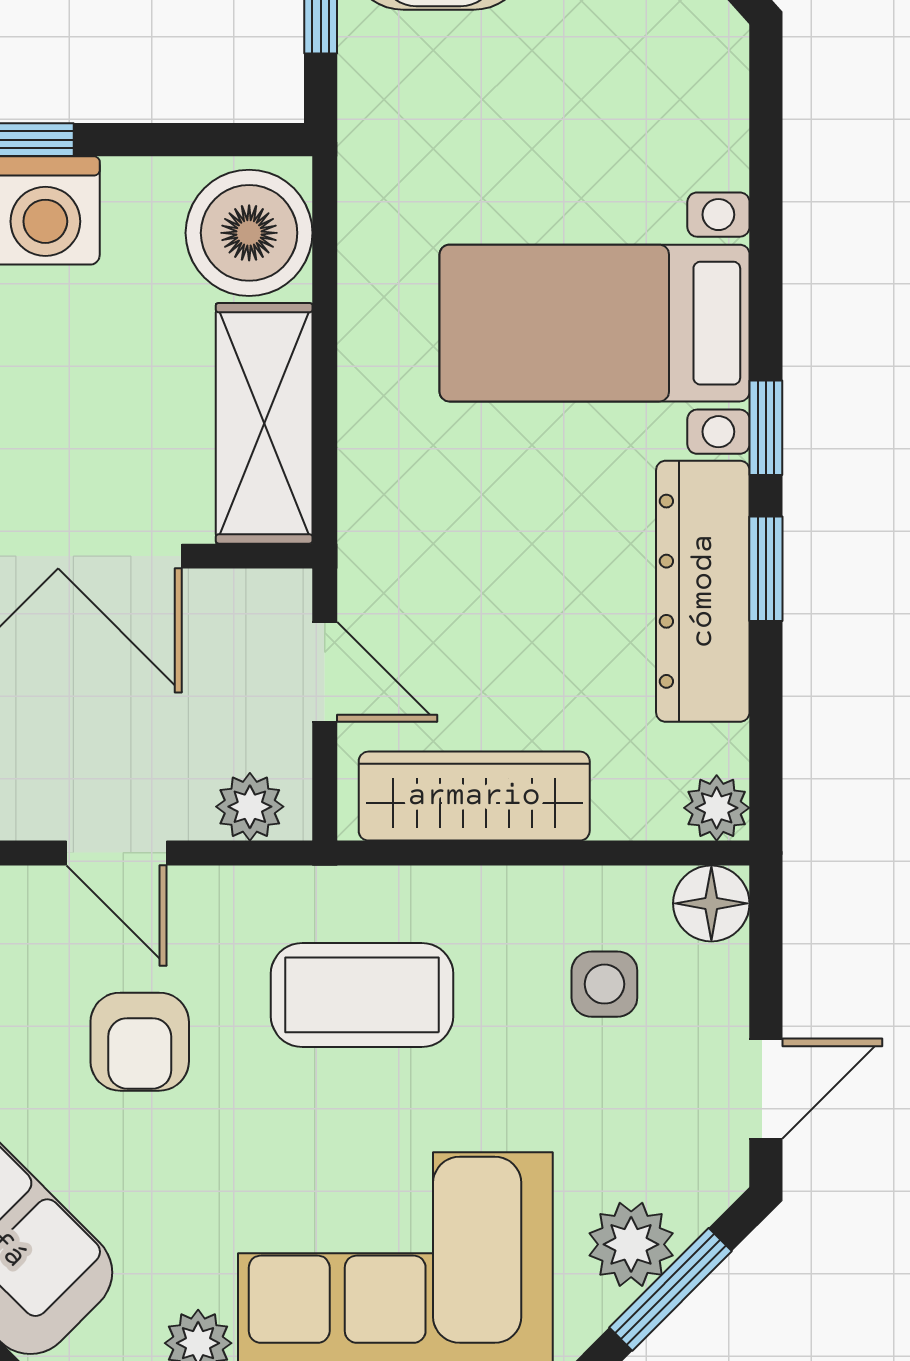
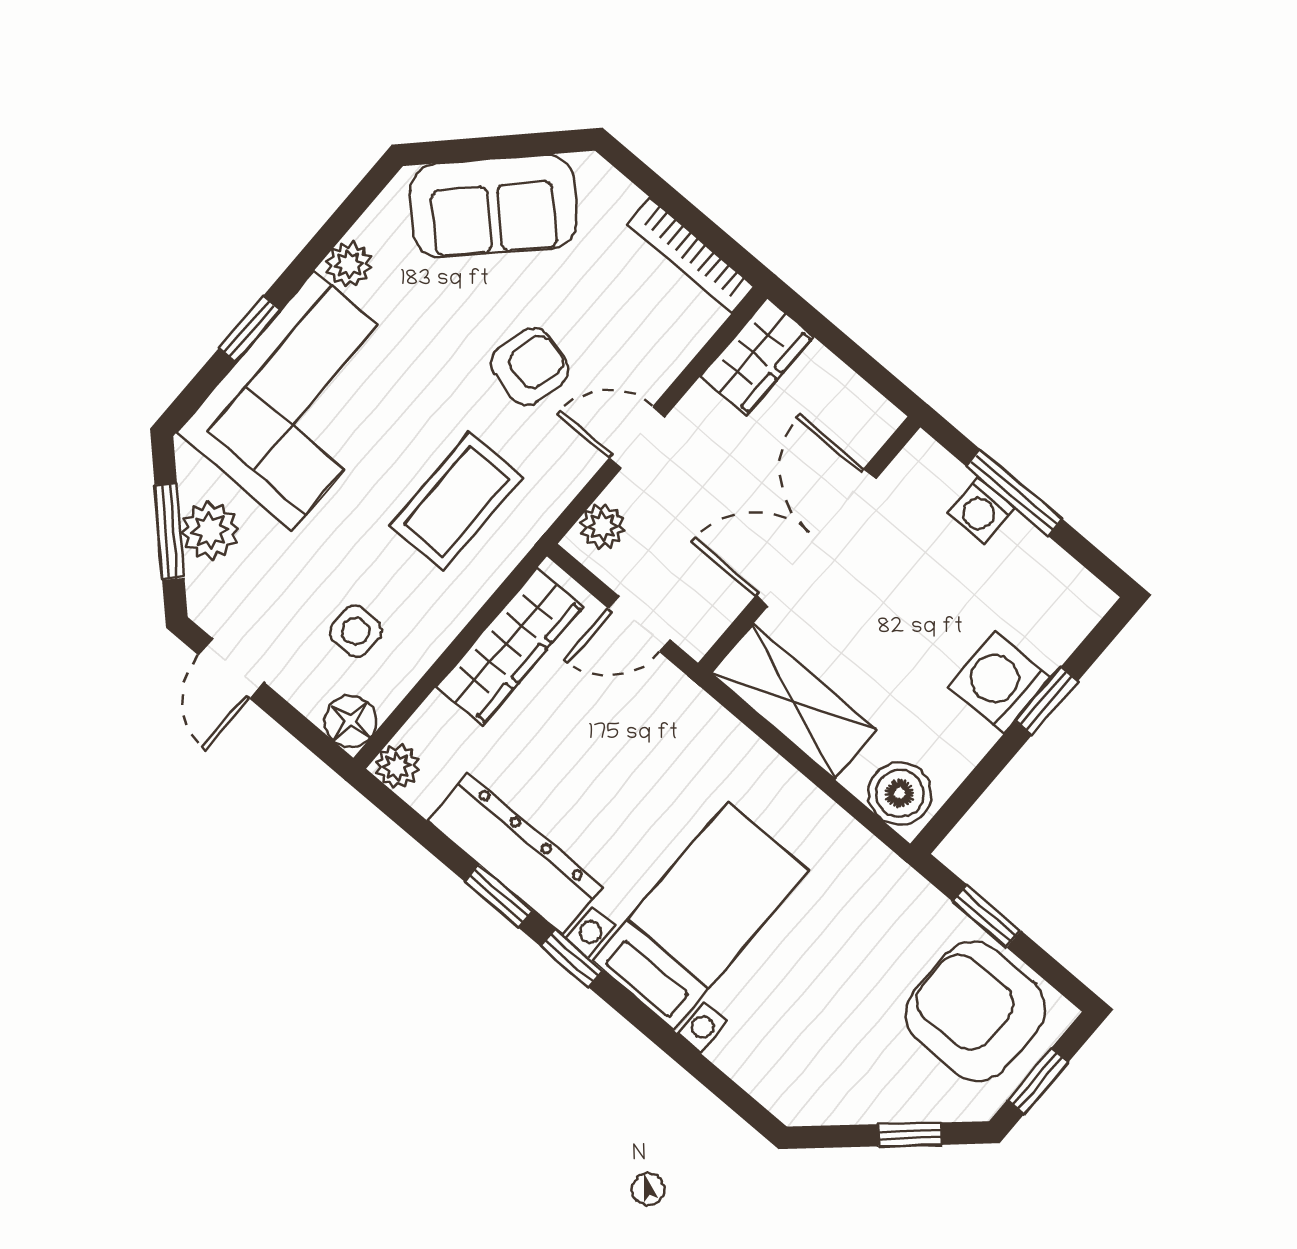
boiler: (249, 233) -> (900, 794), width x0.73, depth x0.73
armchair: (140, 1042) -> (530, 367), turned 103

